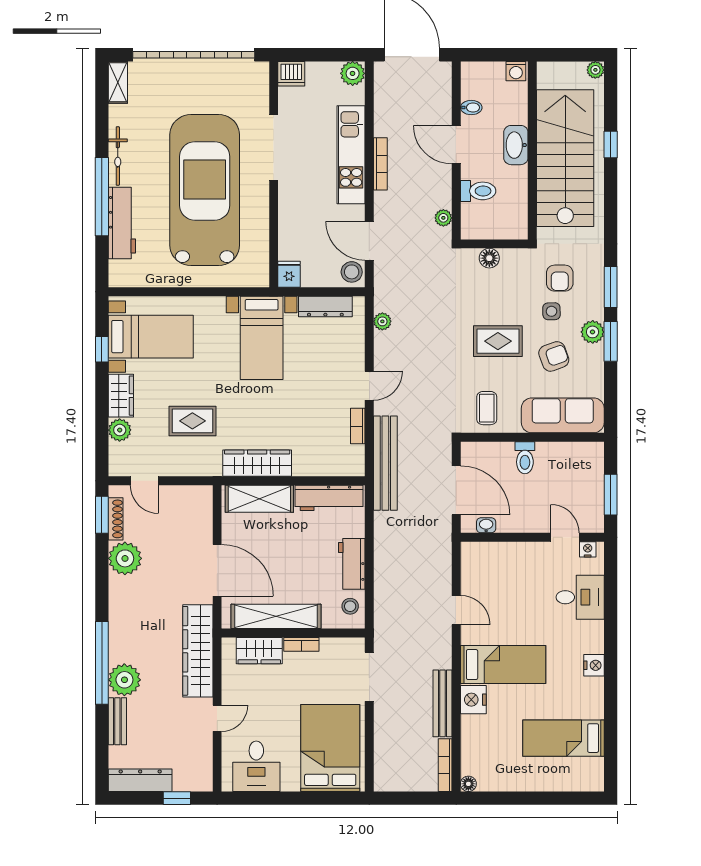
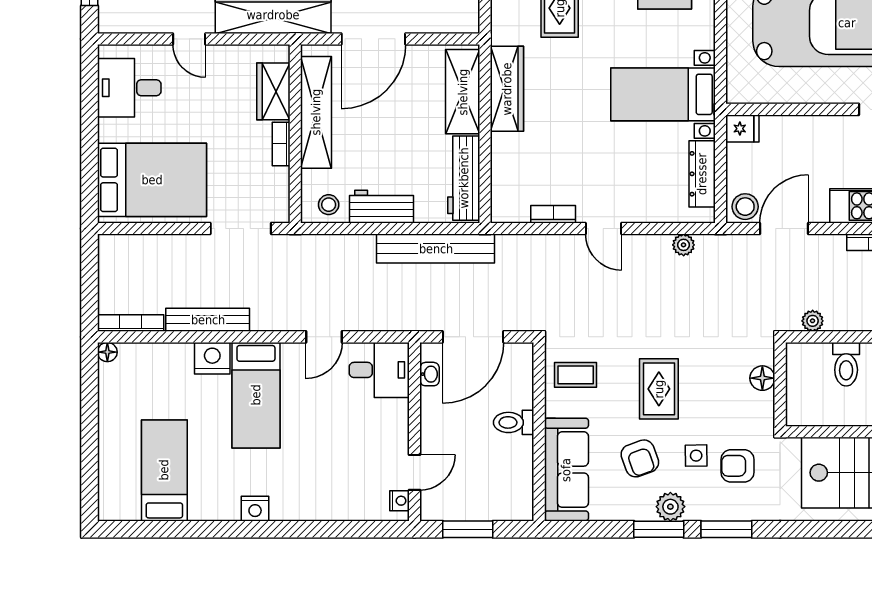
bench: (385, 463) -> (436, 249), moved
desk: (580, 597) -> (379, 370), moved, turned -90

